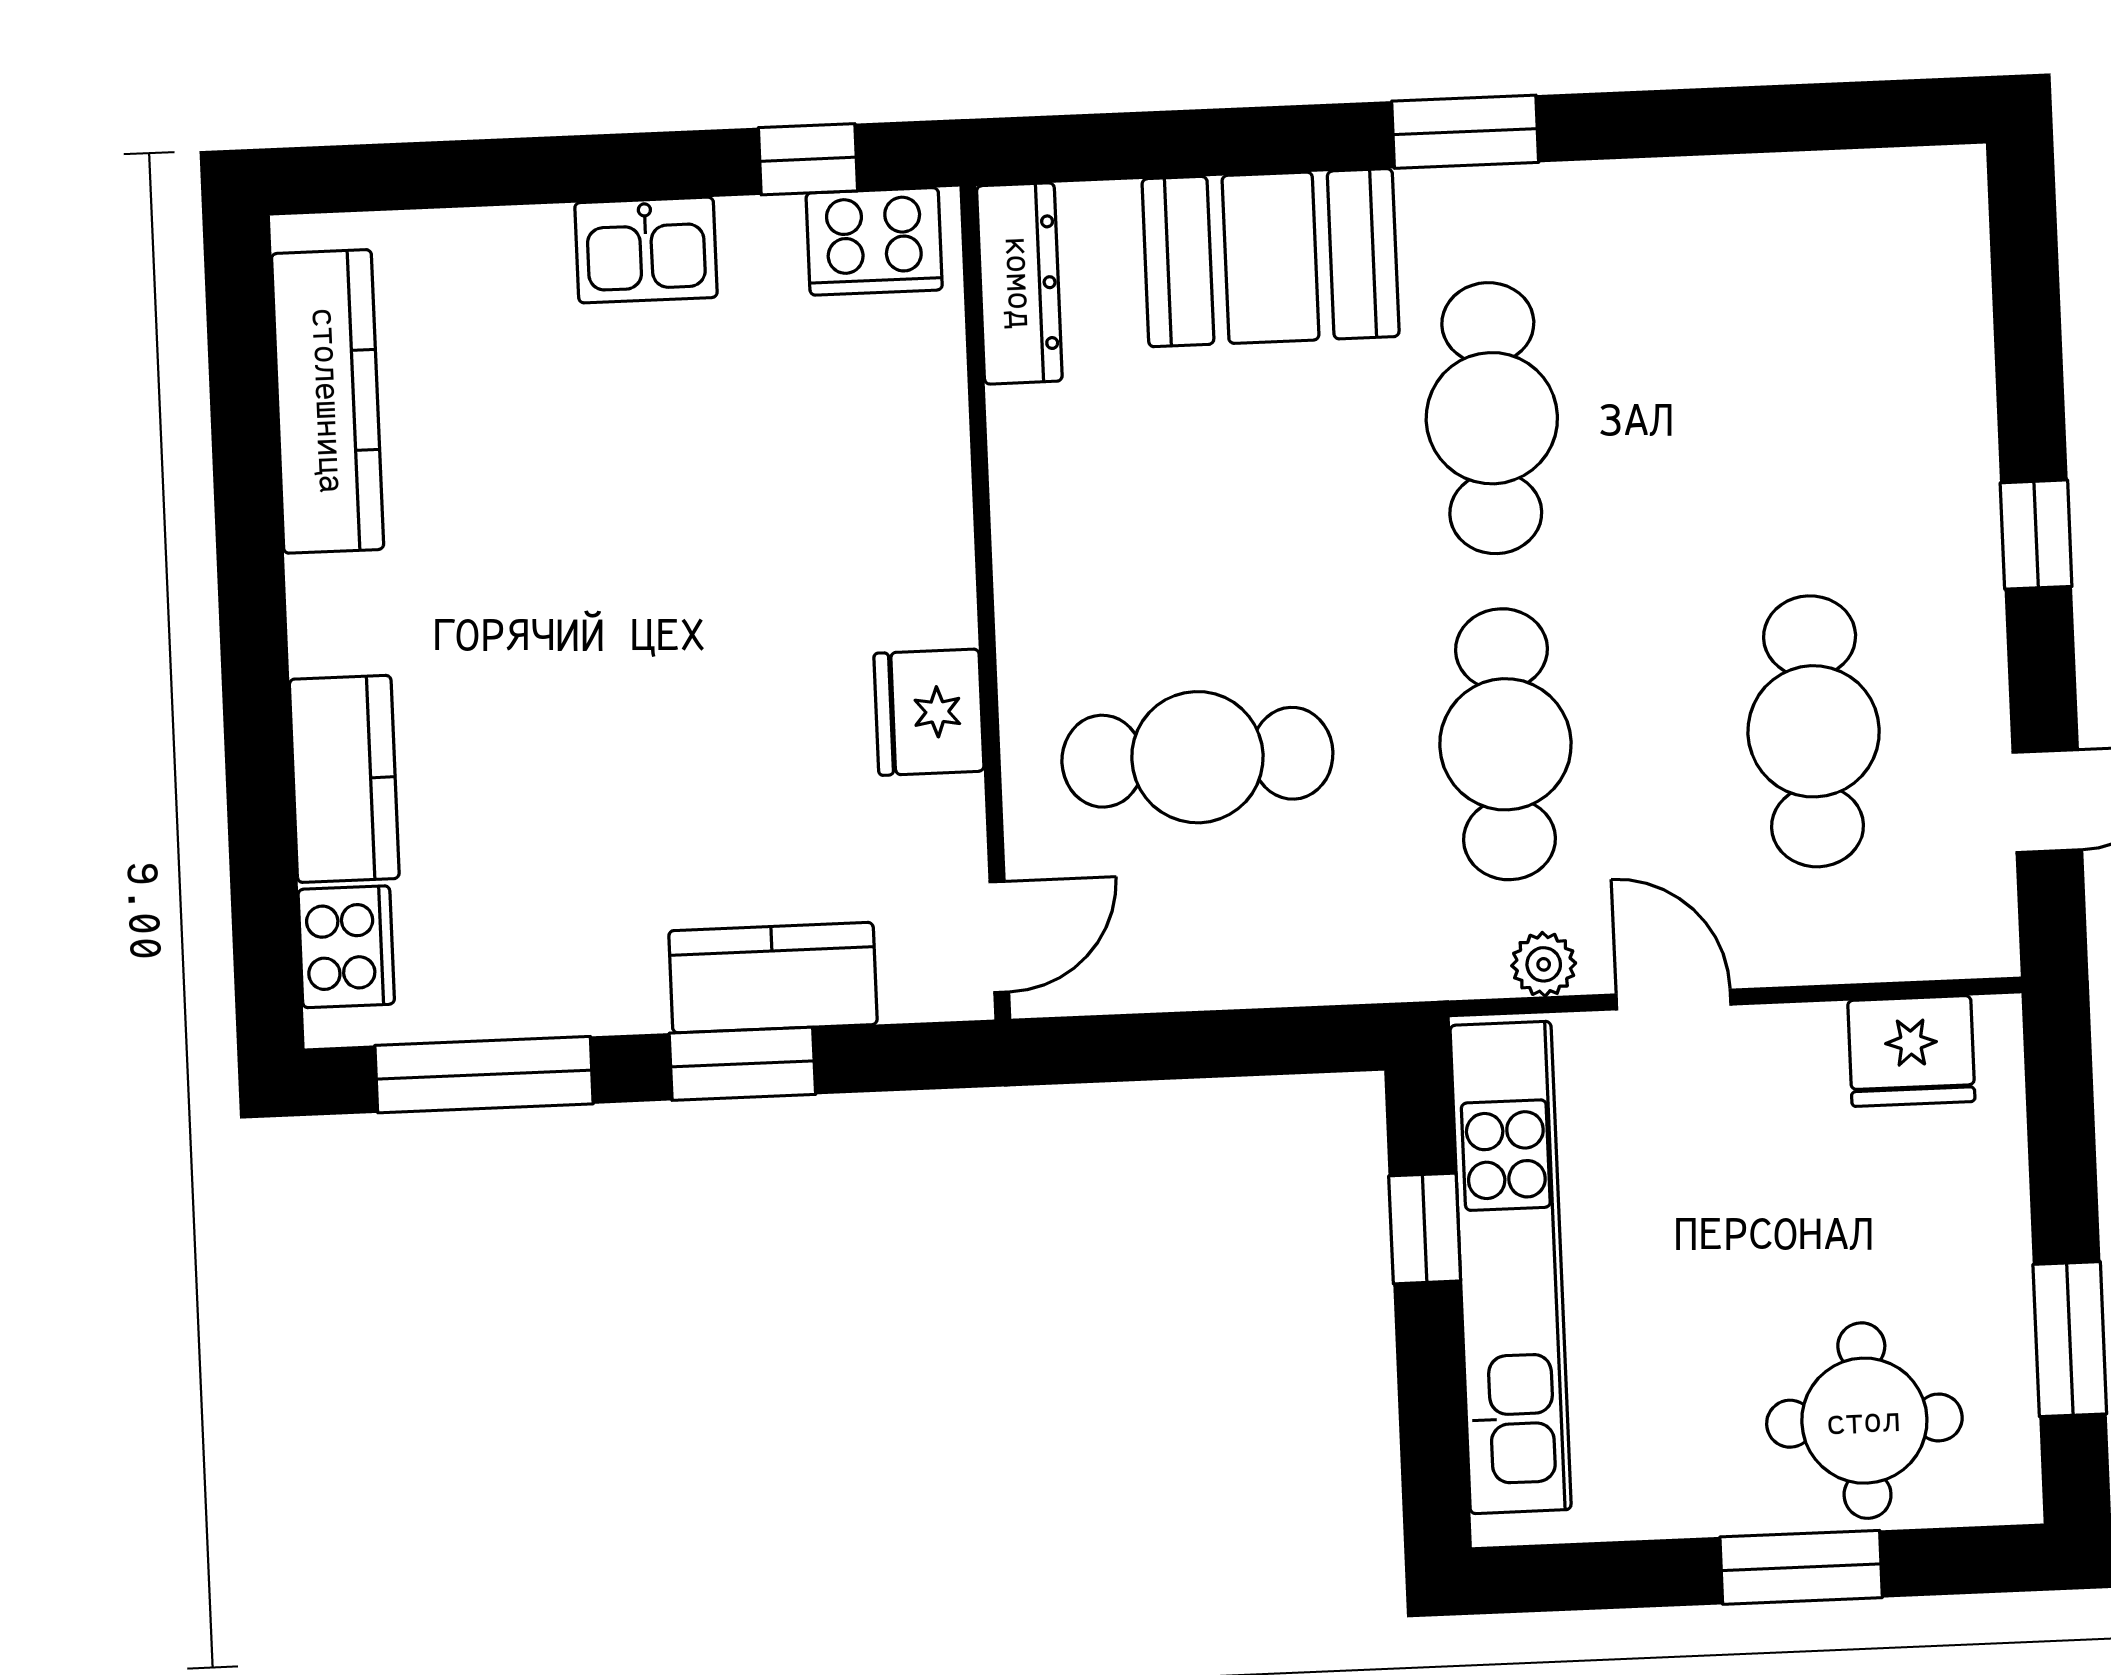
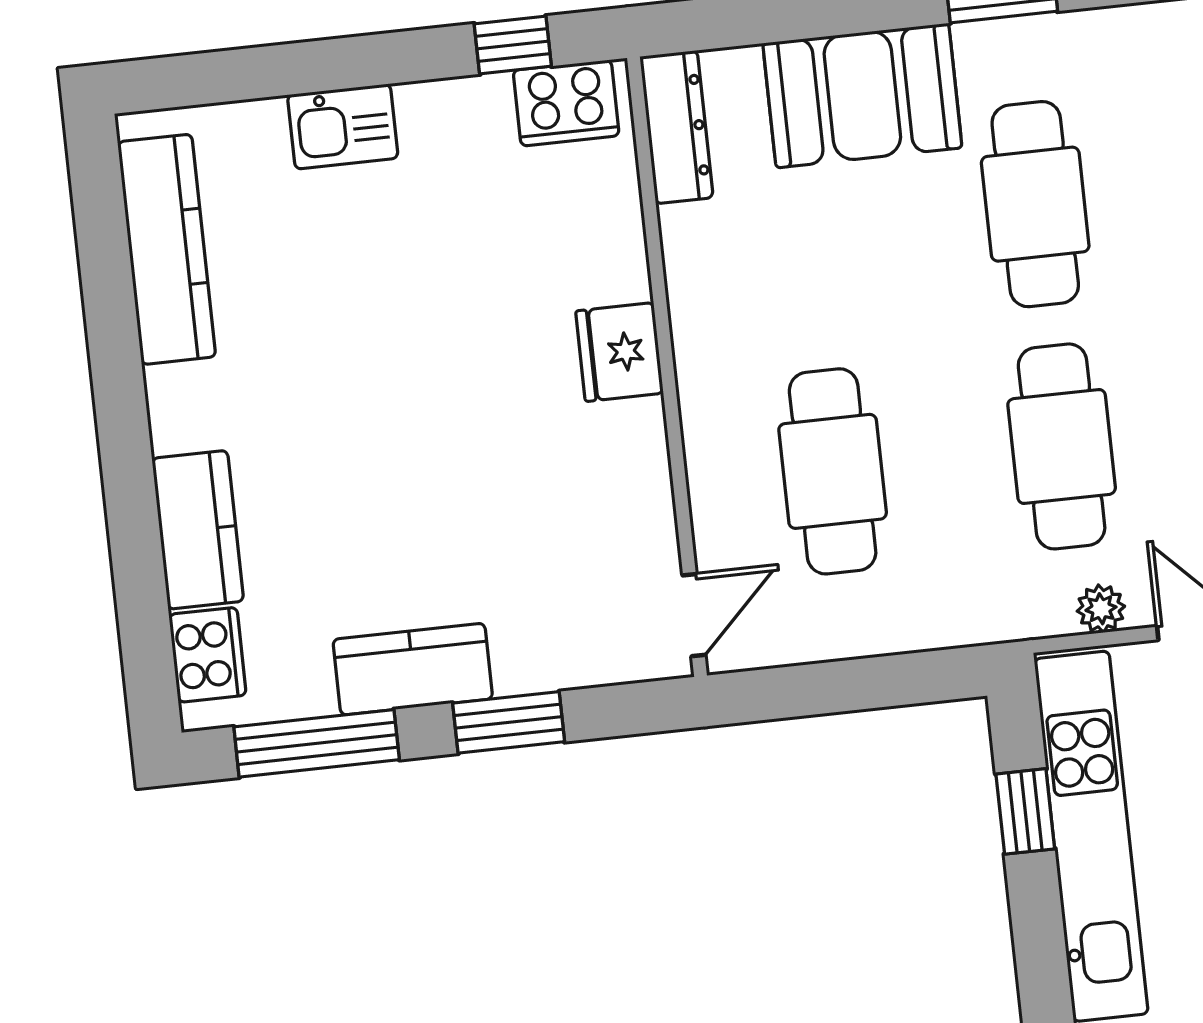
kitchen sink: (646, 250) -> (343, 127), moved
fridge: (929, 712) -> (619, 352), moved
cafe table: (1197, 757) -> (833, 471), turned 90
kitchen counter: (773, 978) -> (413, 669), moved

